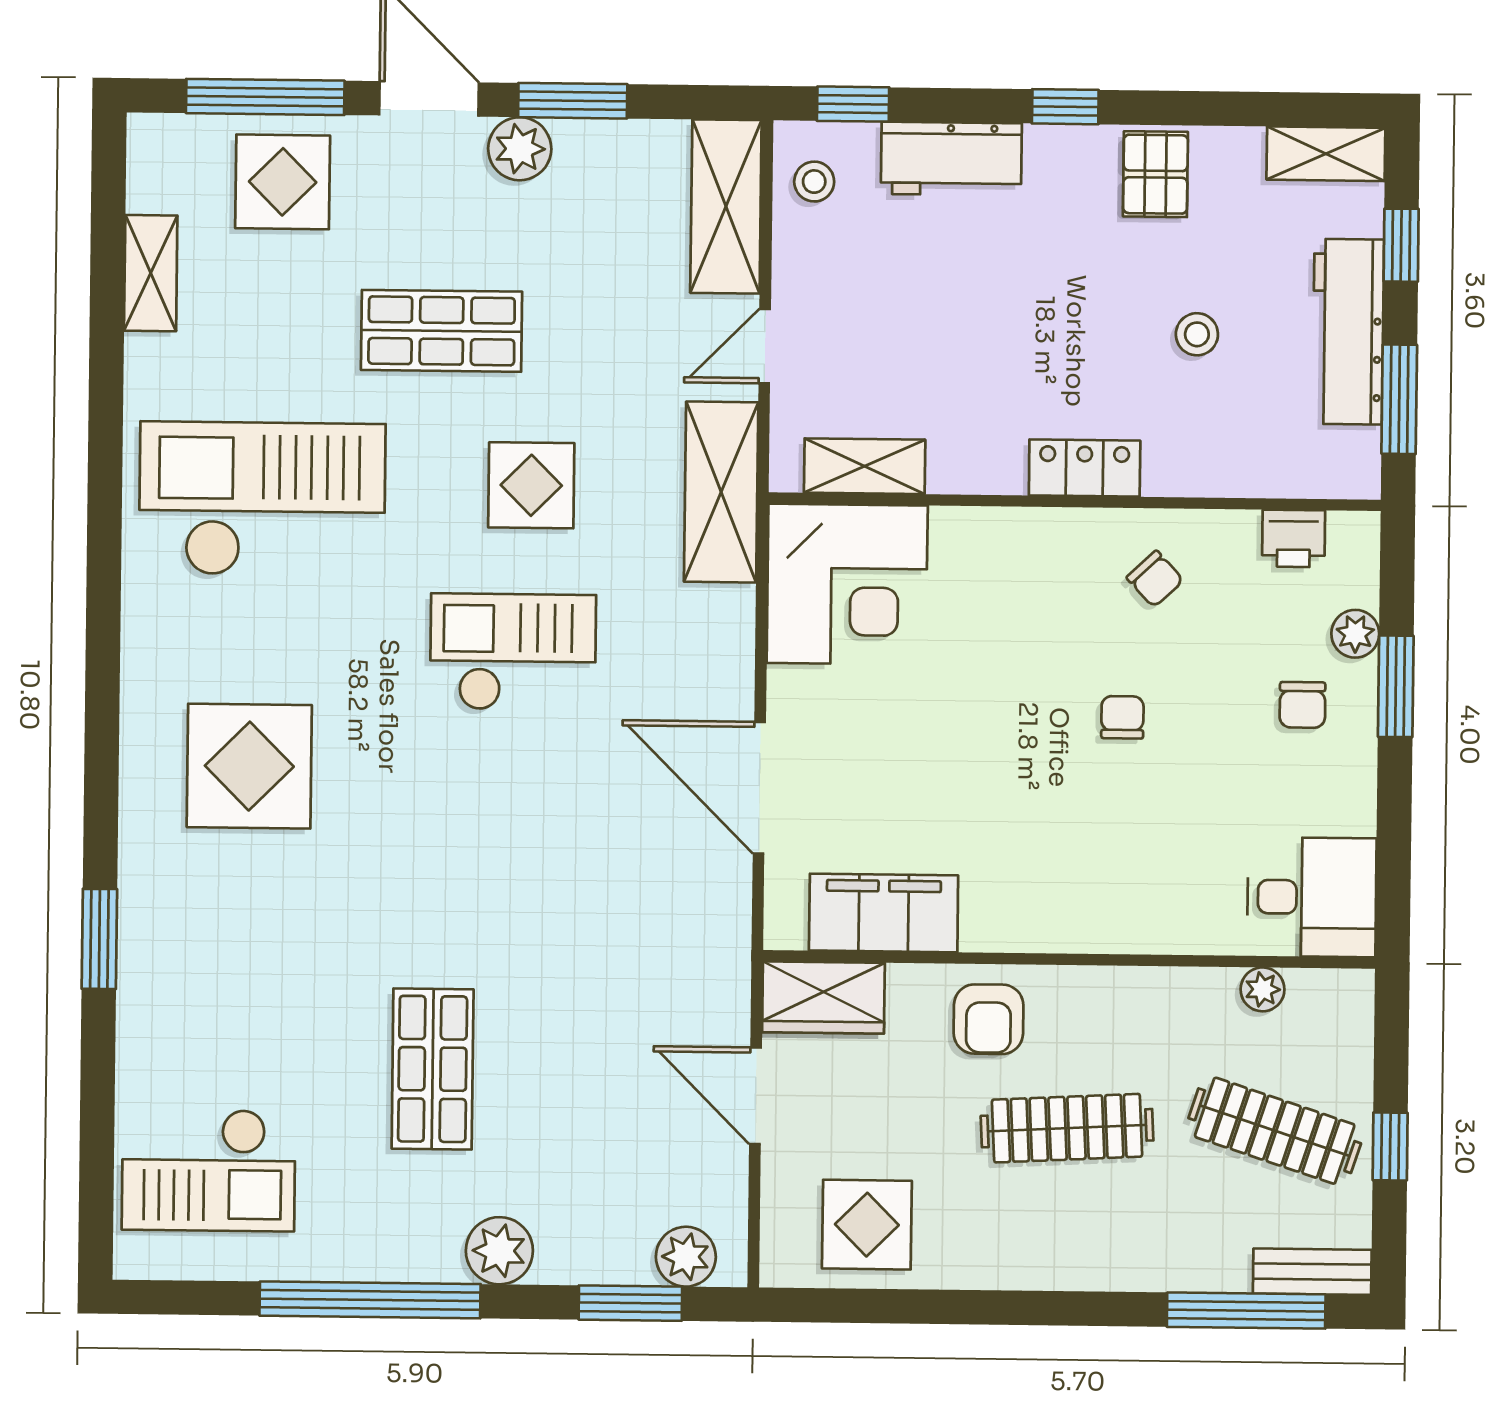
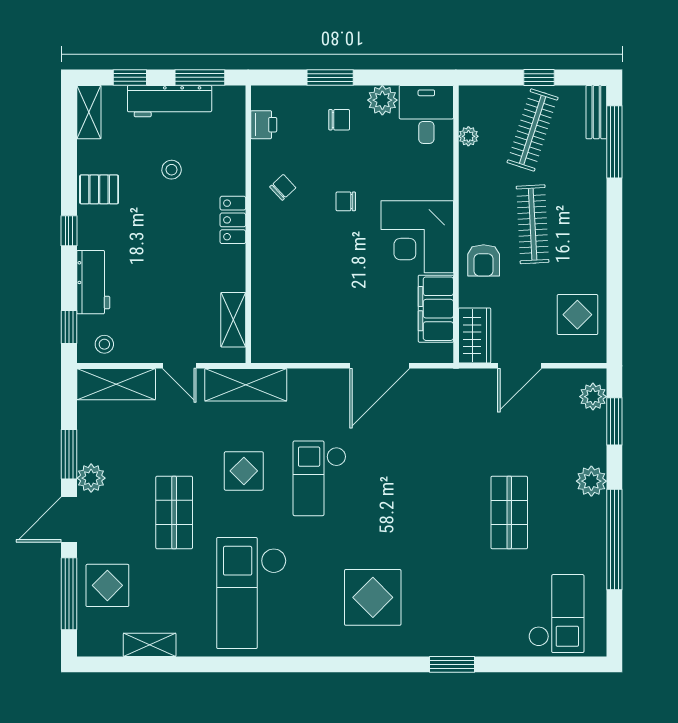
corner desk: (847, 584) -> (417, 237), moved, turned 180
plant: (1355, 634) -> (382, 100), moved, width x1.38, depth x1.38
armchair: (989, 1019) -> (484, 260), turned 90
shop shelf: (433, 1069) -> (509, 513), turned 90

